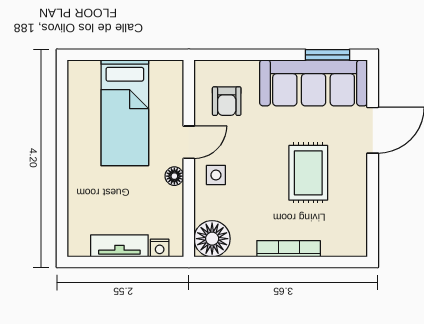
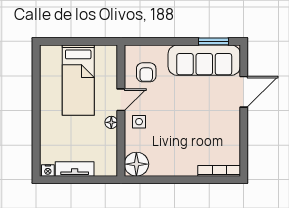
rug: (308, 173) -> (201, 120), removed
nightstand: (160, 248) -> (48, 170), moved
bookcase: (289, 249) -> (219, 171), moved

